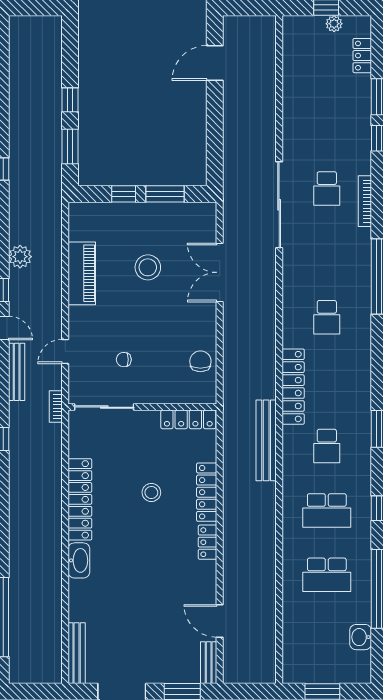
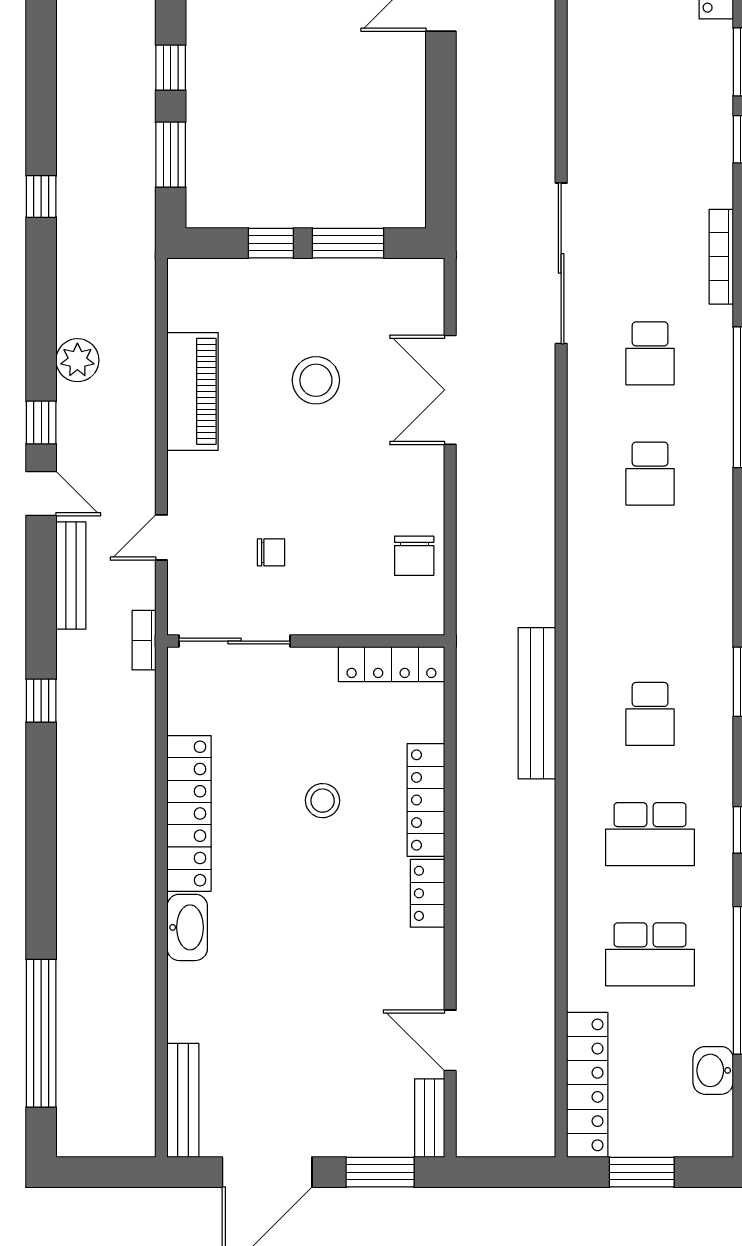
school desk: (327, 189) -> (650, 353), moved
chair: (124, 360) -> (271, 552), turned 180
chair: (200, 361) -> (414, 556), turned 180
locker: (293, 387) -> (587, 1085), moved

